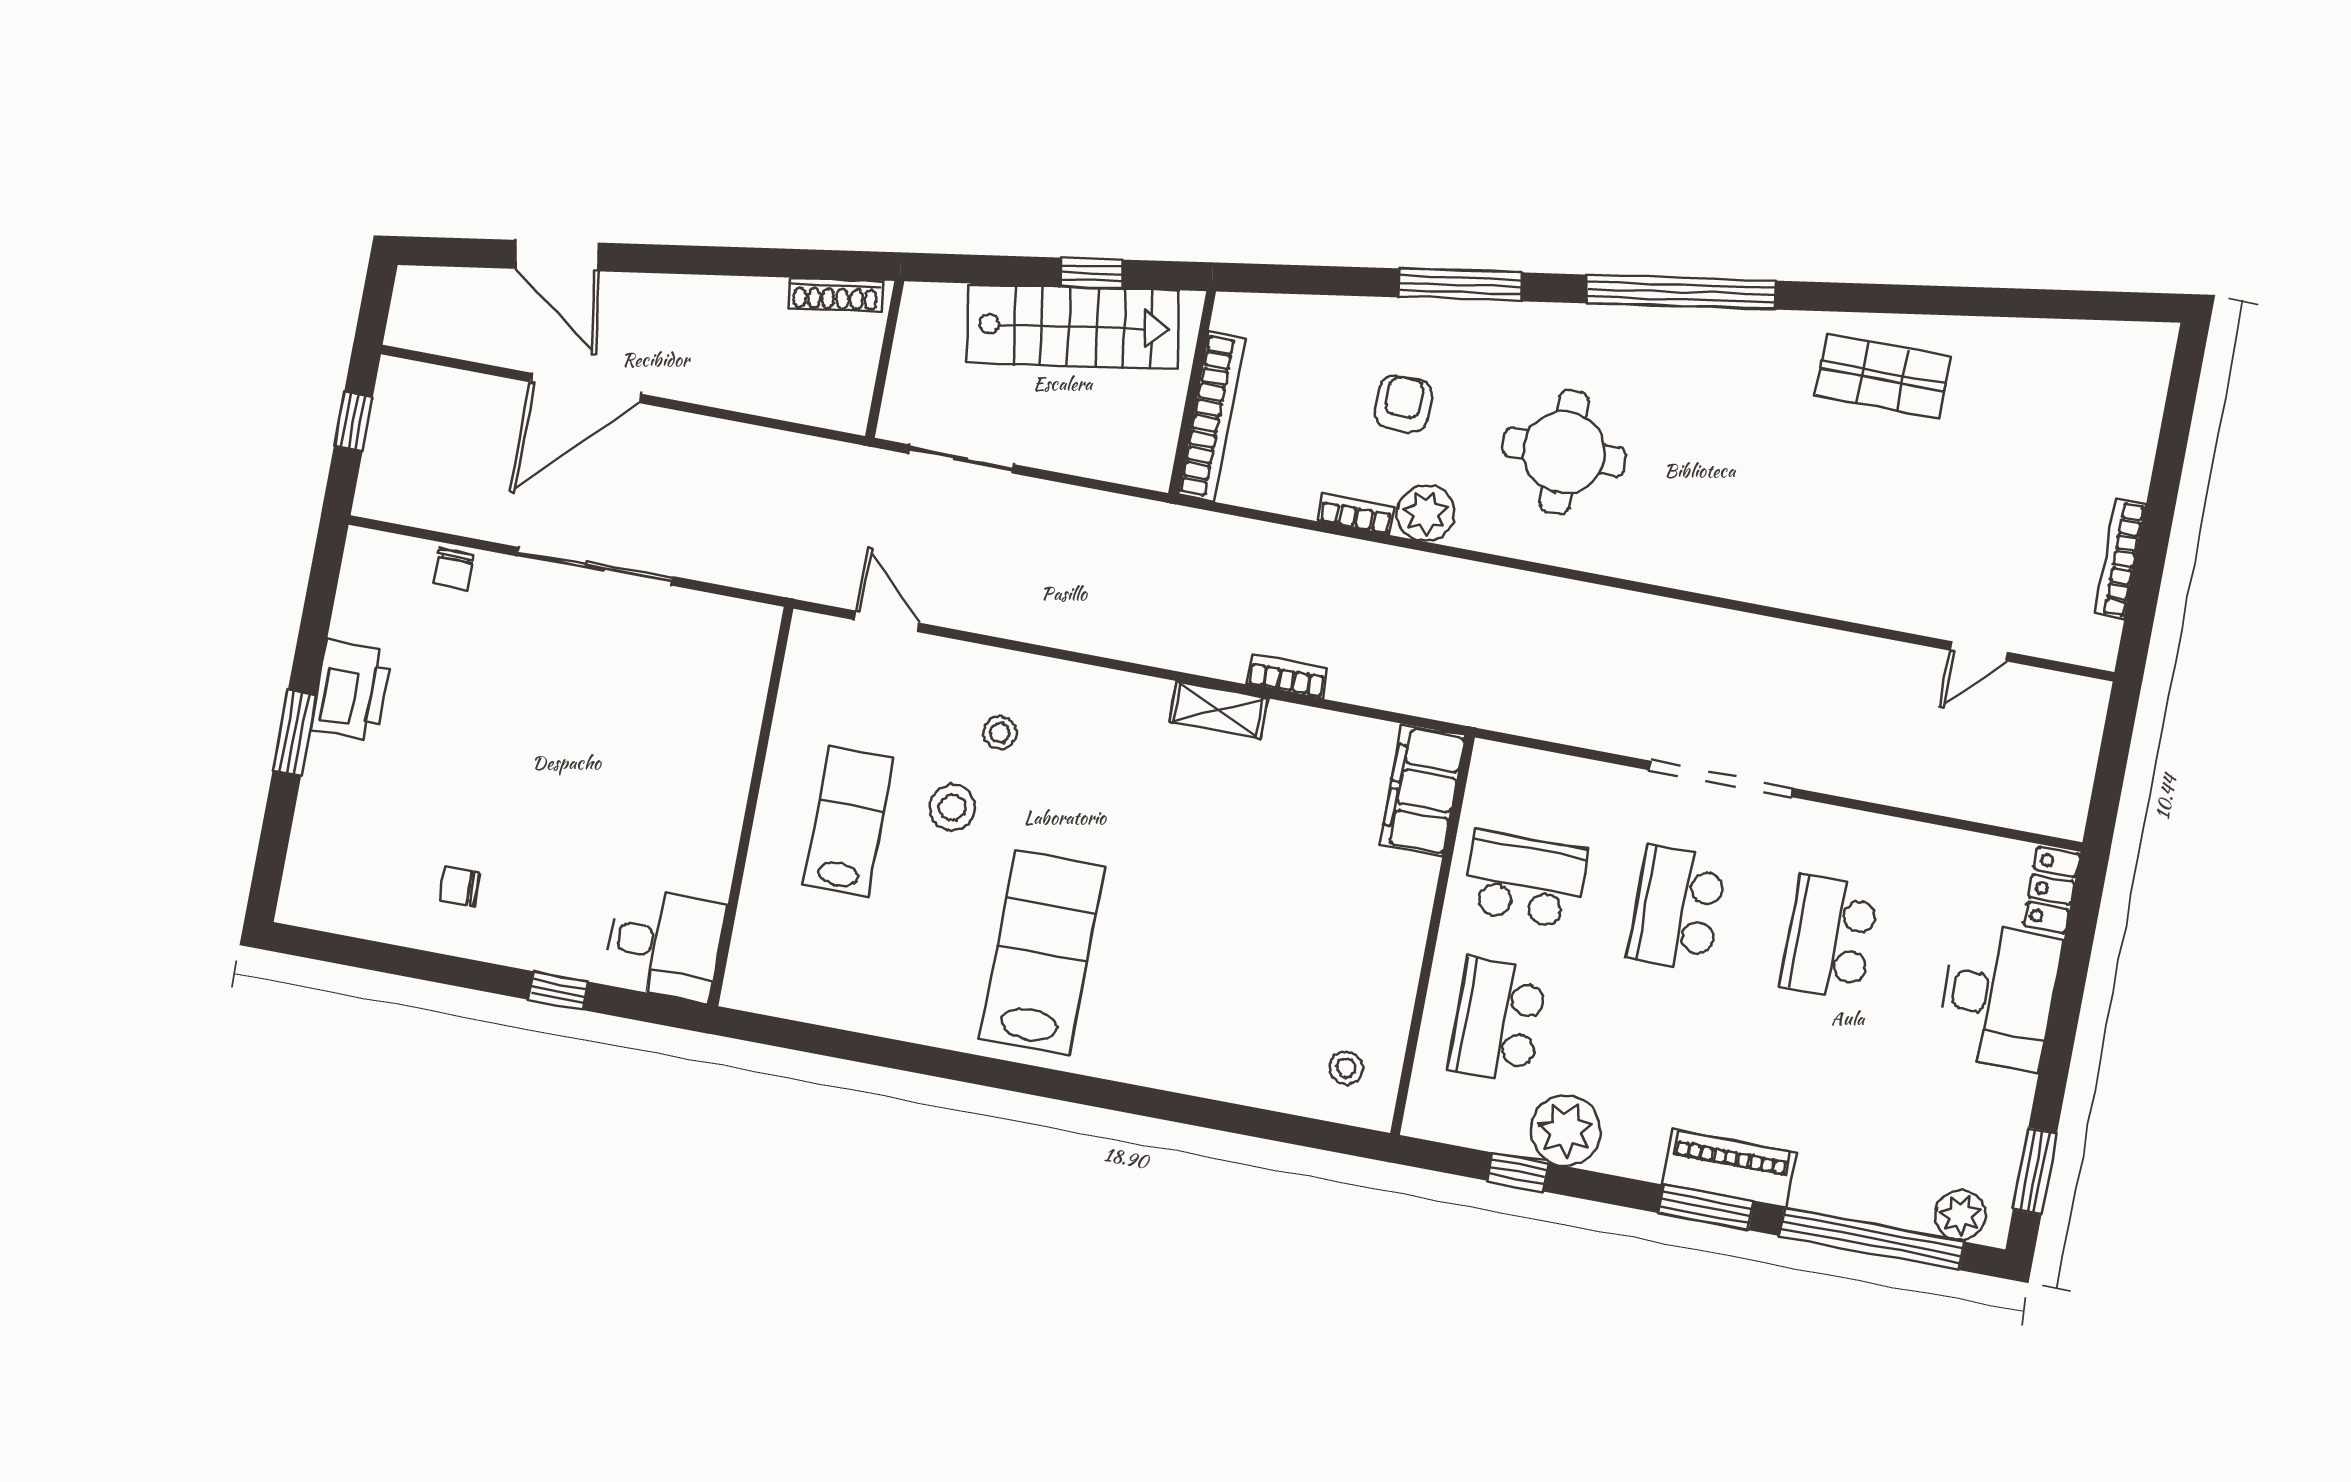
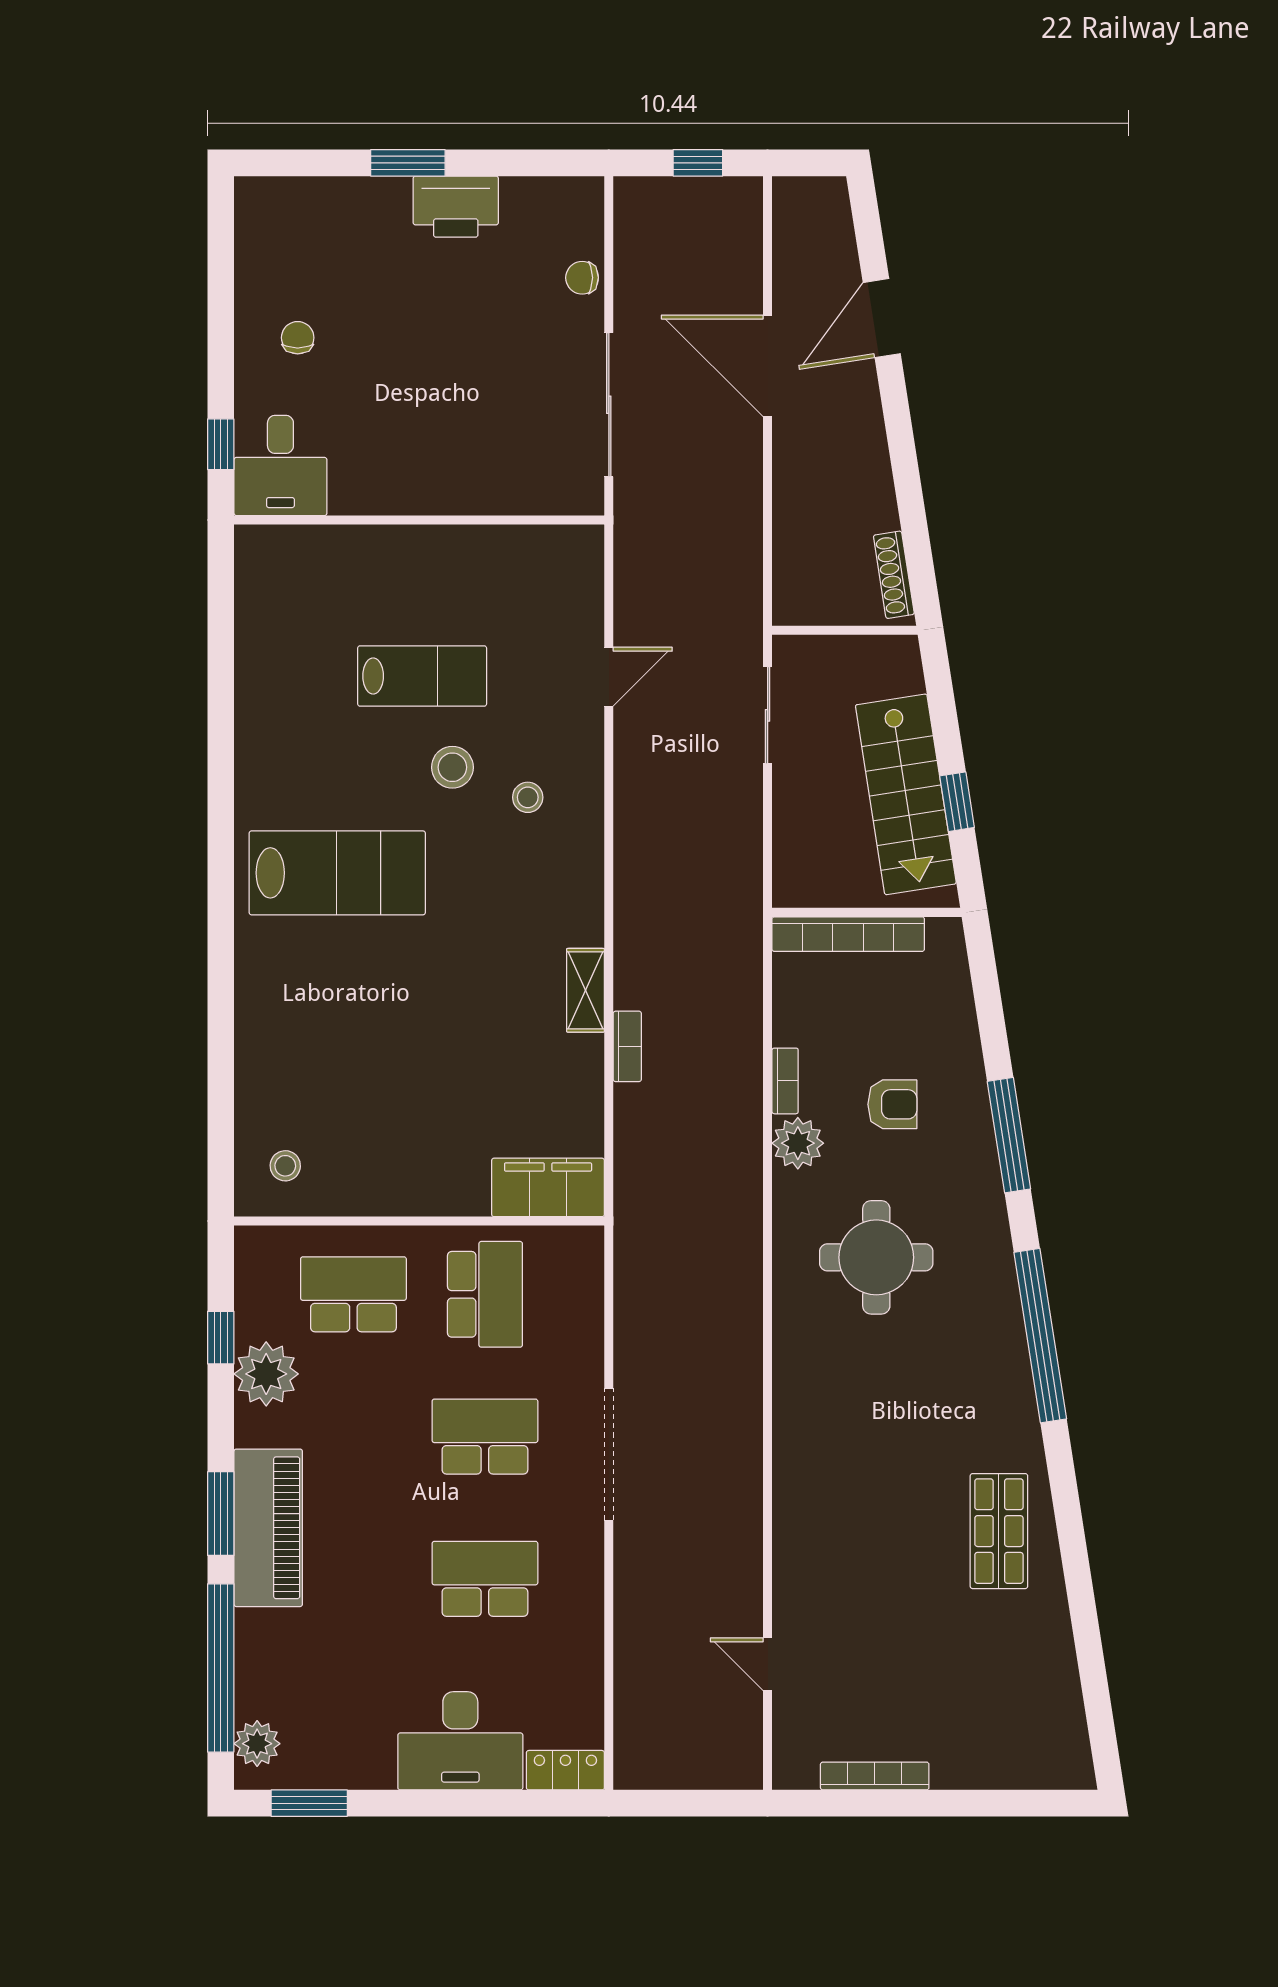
wall: (751, 807) -> (419, 520), moved
desk: (664, 944) -> (280, 465), moved
piano: (1729, 1169) -> (268, 1528), width x1.37, depth x1.33

